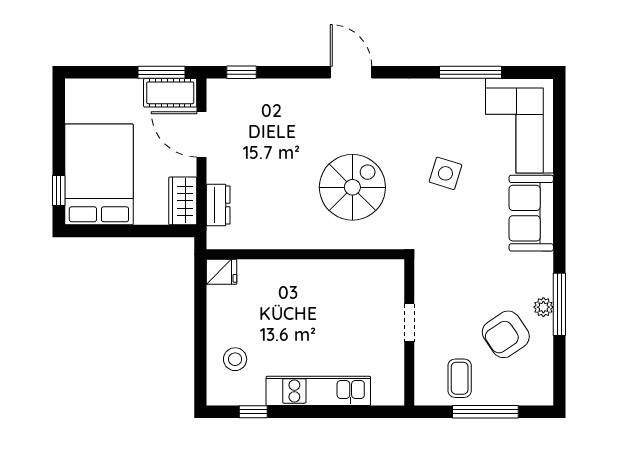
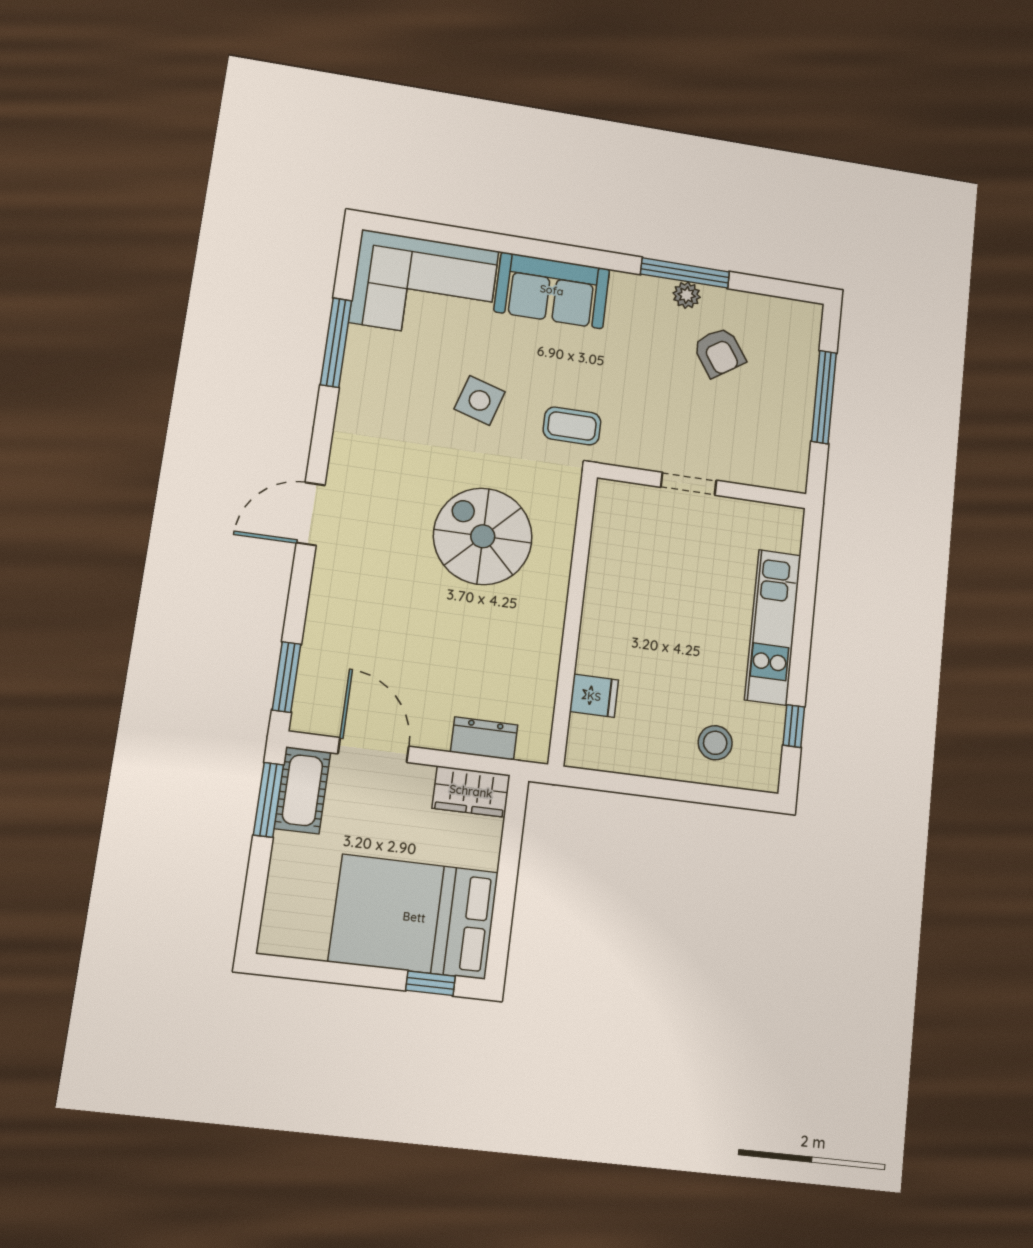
window: (241, 72) -> (287, 677), width x1.50
door: (202, 134) -> (373, 750), swing flipped
fridge: (222, 272) -> (594, 696), moved, turned 90
armchair: (506, 334) -> (719, 352), width x0.72, depth x0.72
coffee table: (460, 378) -> (572, 426), moved

